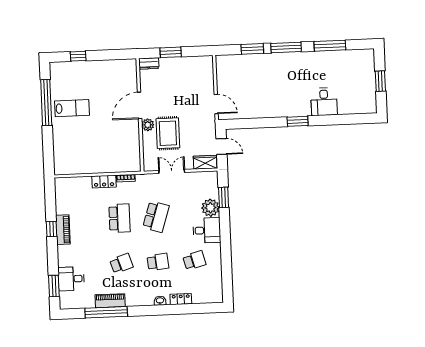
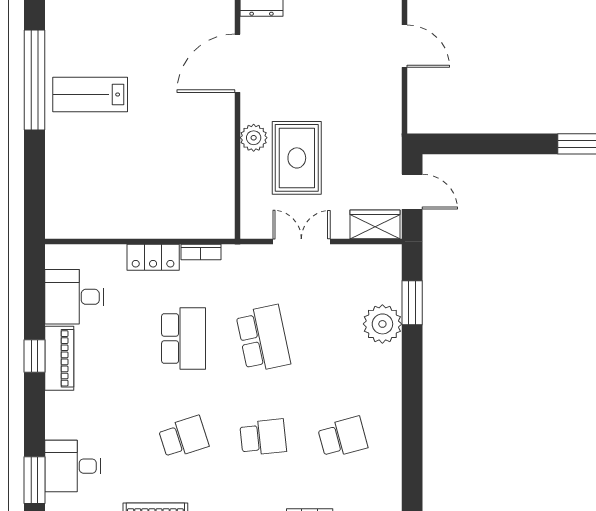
door: (216, 104) -> (404, 46), moved
door: (140, 105) -> (237, 63), moved
lab bench: (72, 108) -> (90, 95), turned 180
school desk: (156, 217) -> (263, 338), turned -30
desk: (207, 230) -> (74, 297), moved, turned 180

